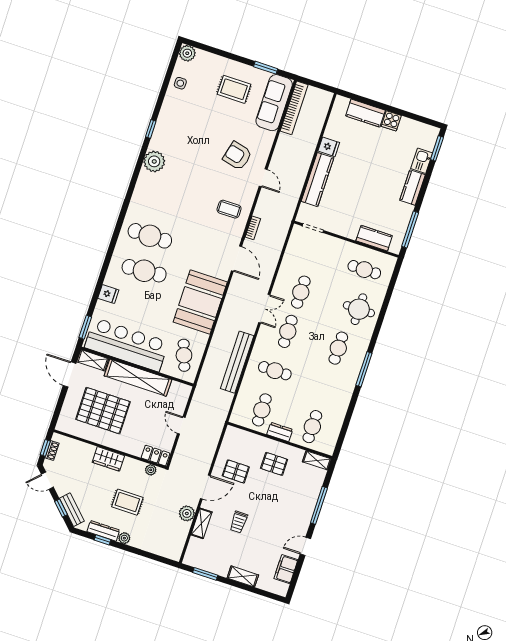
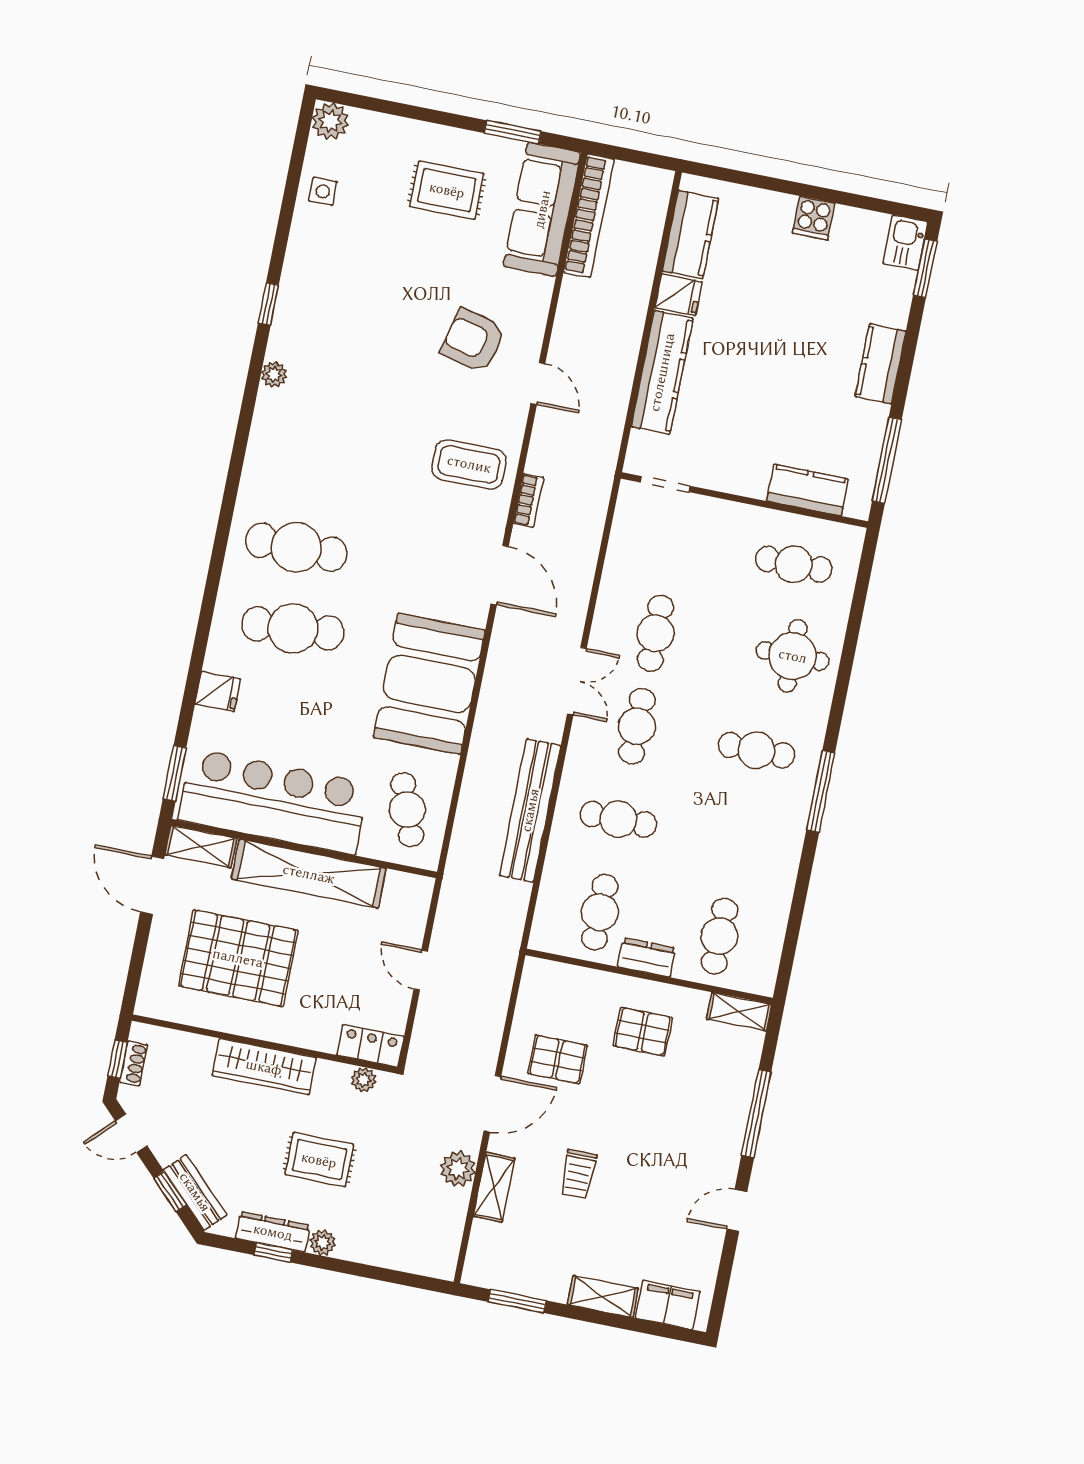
kitchen counter: (365, 113) -> (690, 235), moved, turned -90
plant: (154, 161) -> (274, 375), width x0.53, depth x0.53
kitchen sink: (422, 161) -> (905, 243), moved
coffee table: (229, 209) -> (469, 464), width x1.36, depth x1.30
cafe table: (338, 348) -> (757, 750), turned 90
wardrobe: (108, 459) -> (264, 1067), width x1.50
filing cabinet: (286, 569) -> (668, 1305), moved, turned 90

